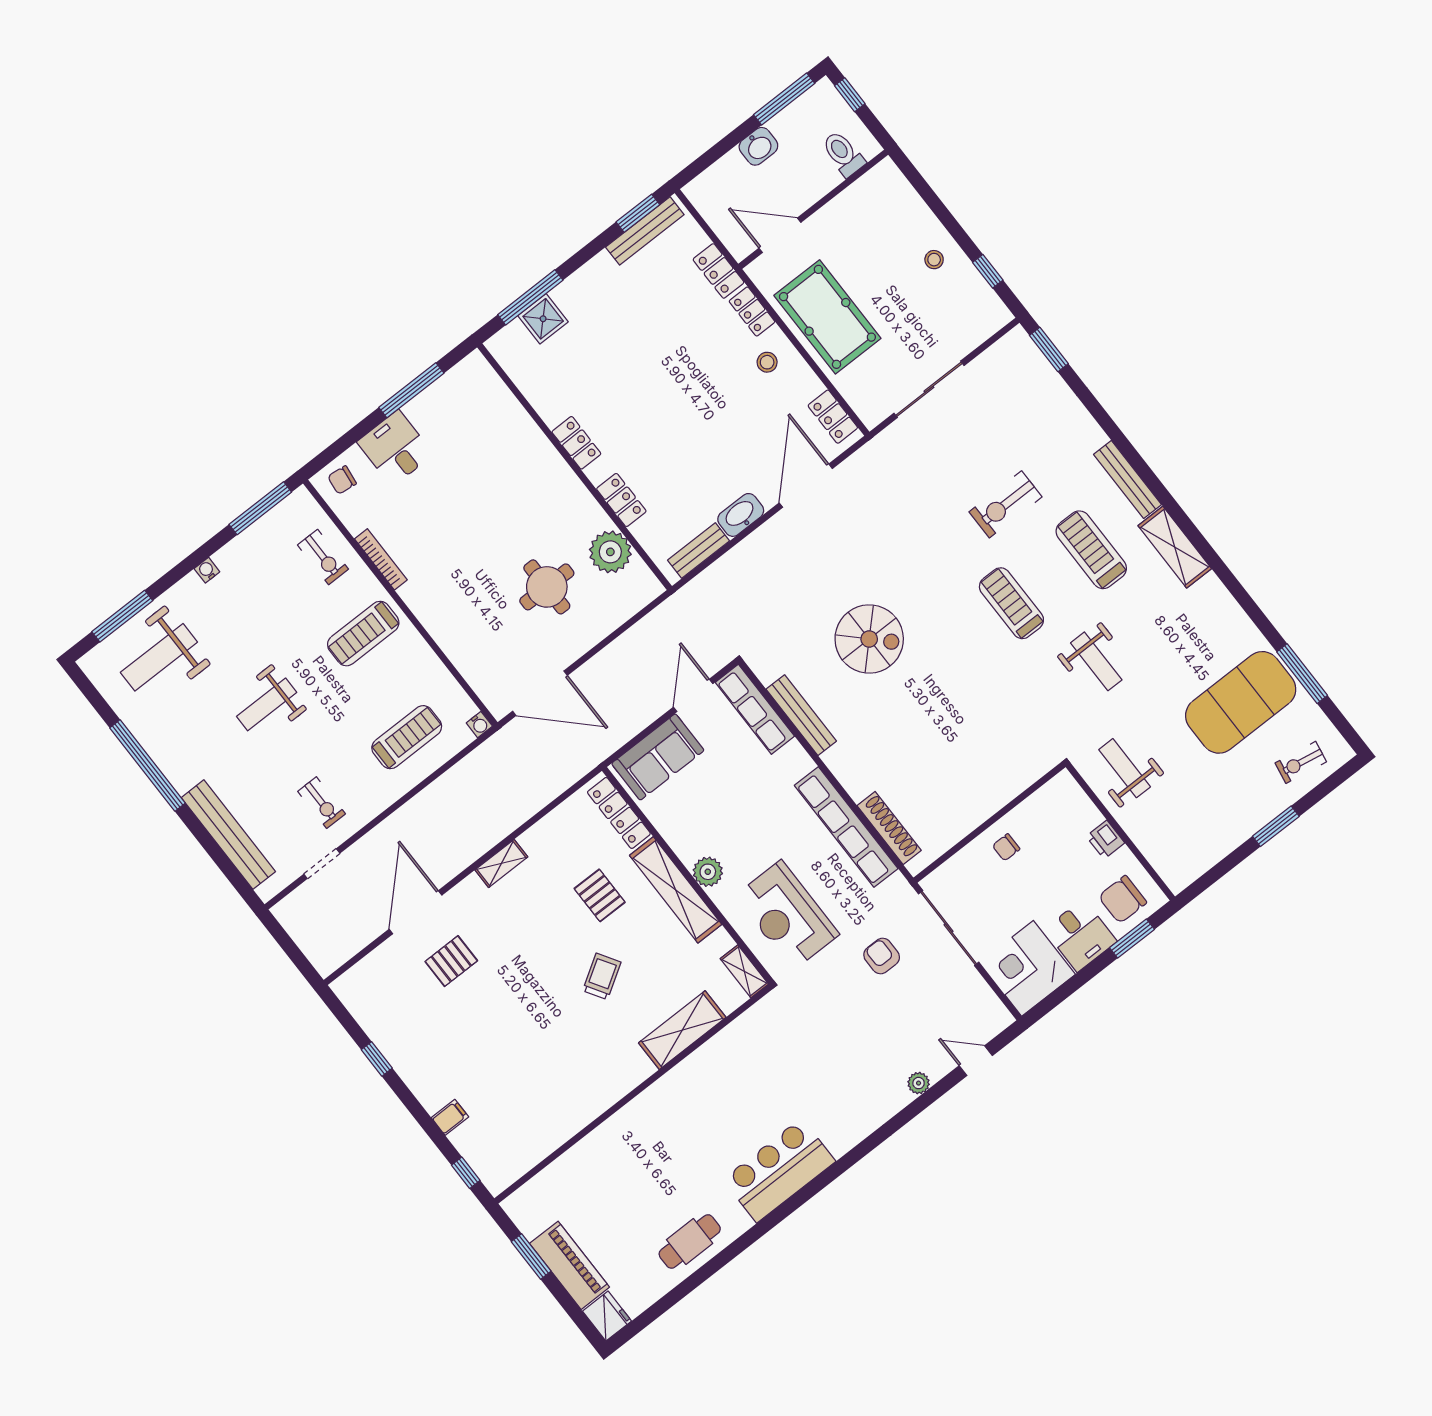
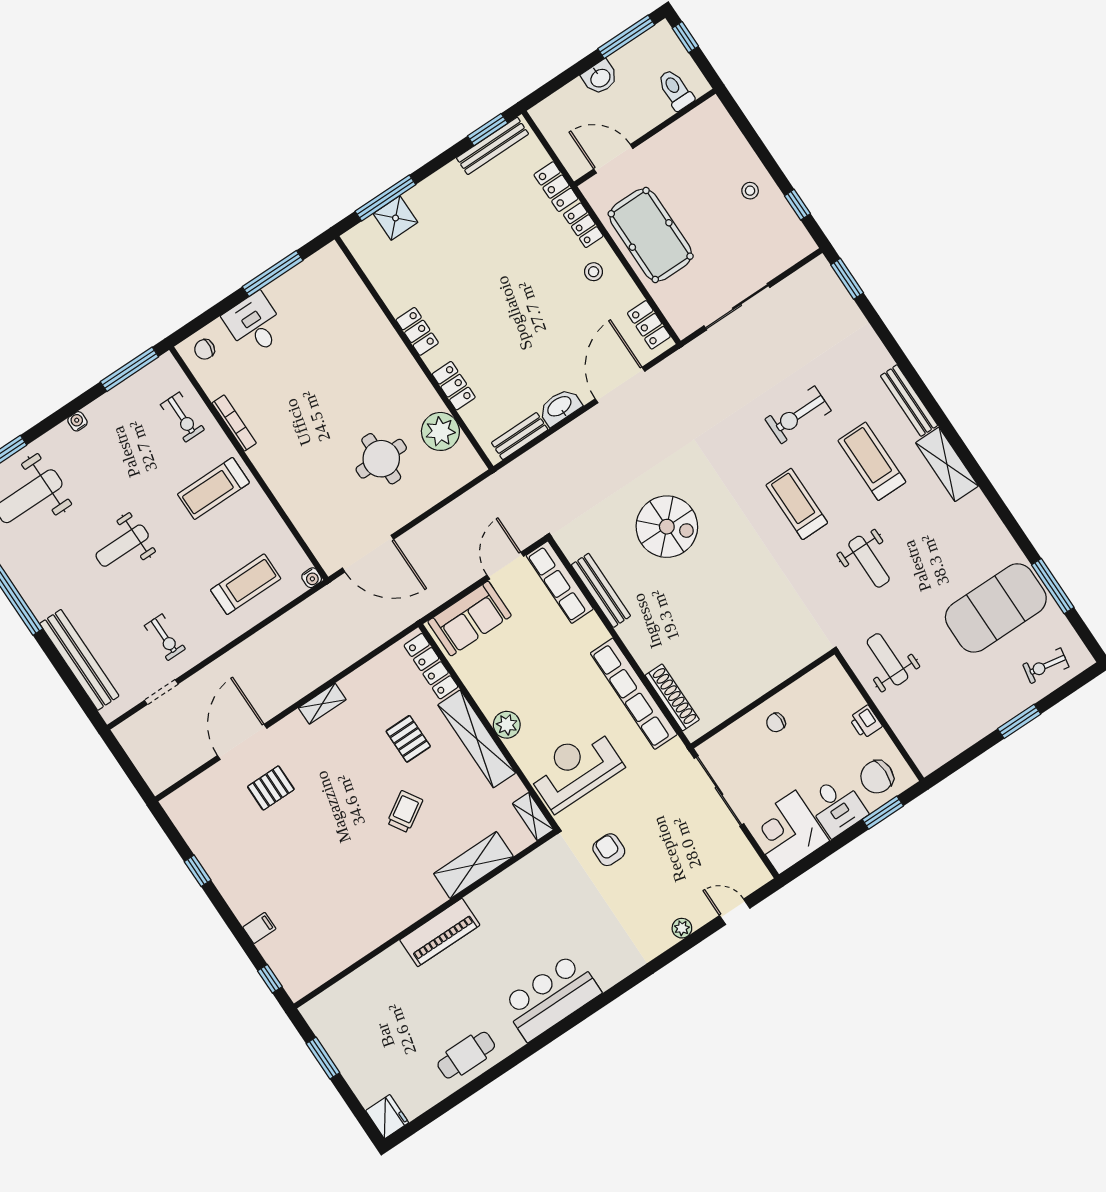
reception desk: (787, 915) -> (575, 769), turned 90
armchair: (882, 956) -> (609, 850), moved
piano: (570, 1265) -> (440, 932), moved, turned 90

